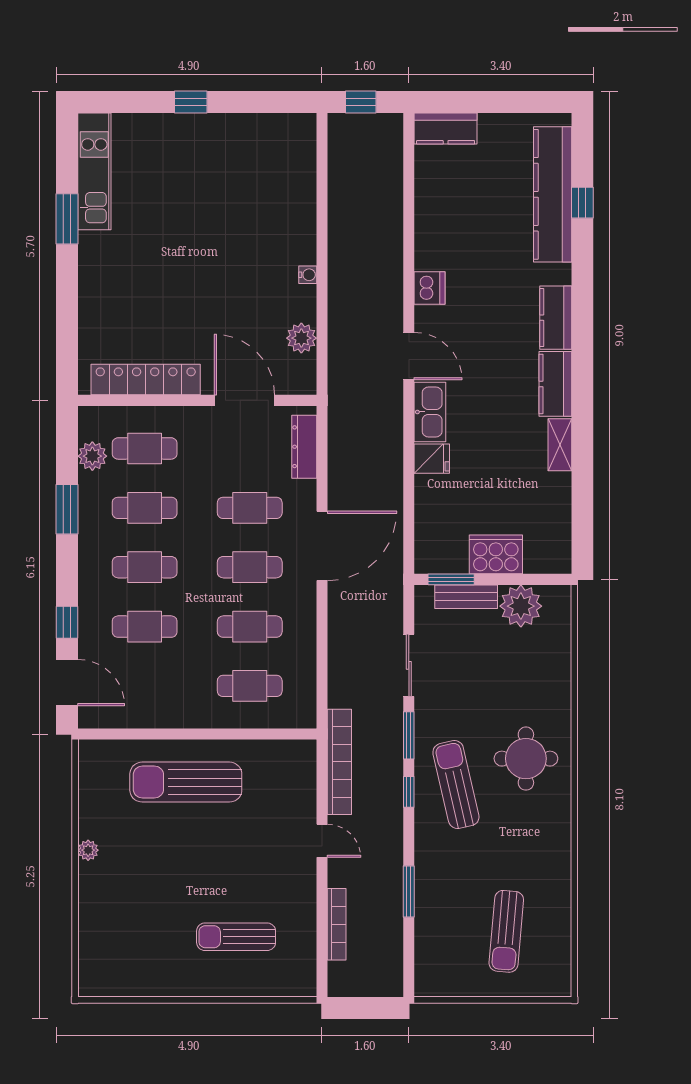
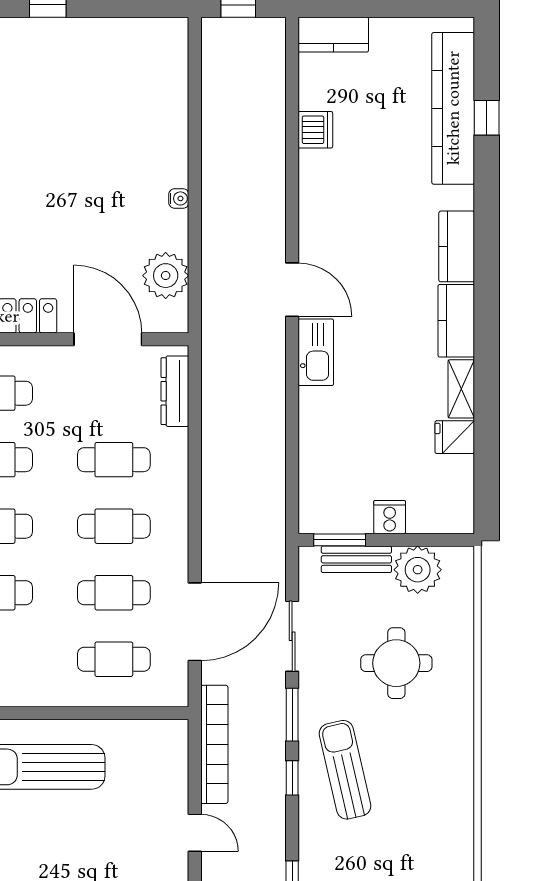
dishwasher: (430, 288) -> (315, 130), moved
plant: (301, 338) -> (166, 276), width x1.36, depth x1.36
fridge: (432, 459) -> (455, 437), moved, turned 180
door: (322, 546) -> (195, 622), moved
cooker: (496, 554) -> (390, 517), width x0.53, depth x0.76
round table: (526, 759) -> (396, 663), moved

